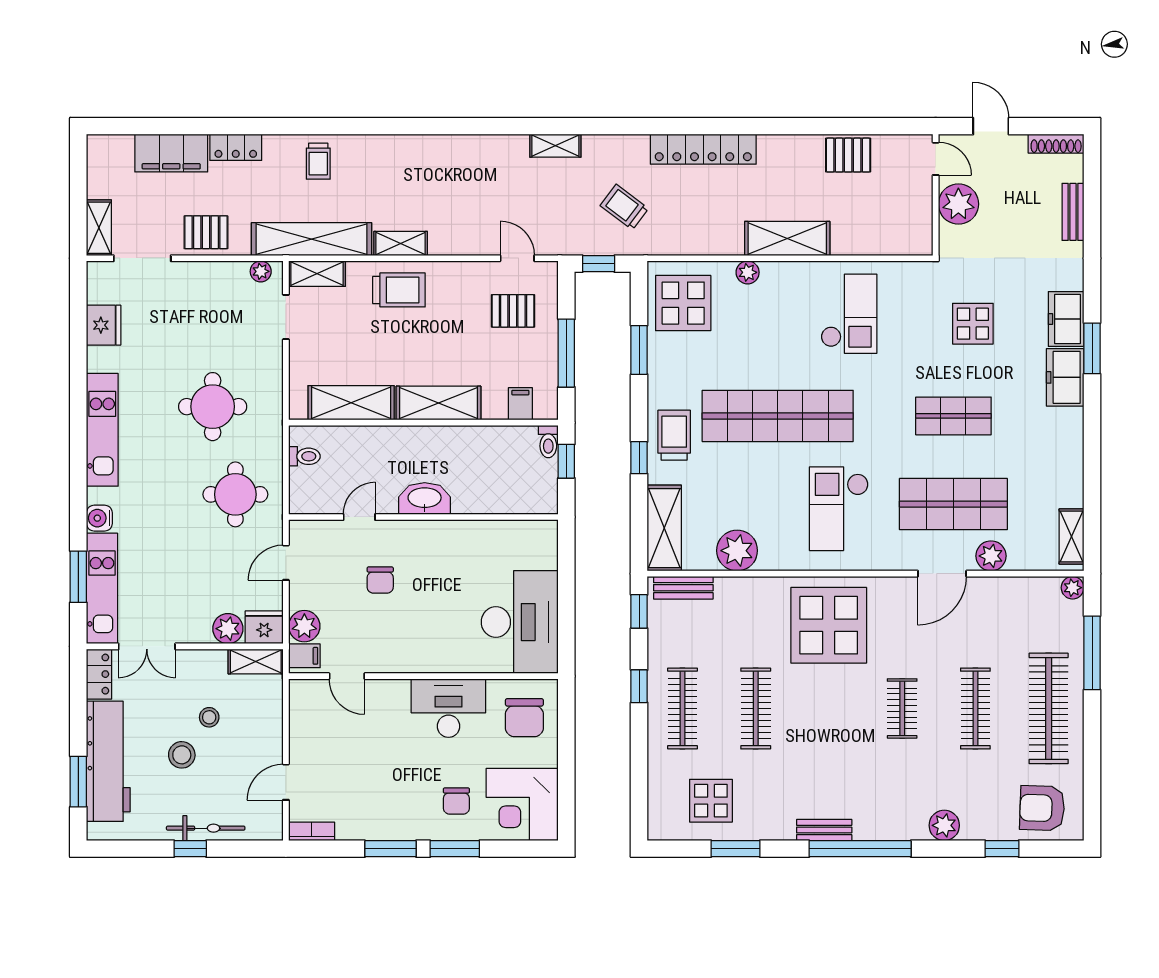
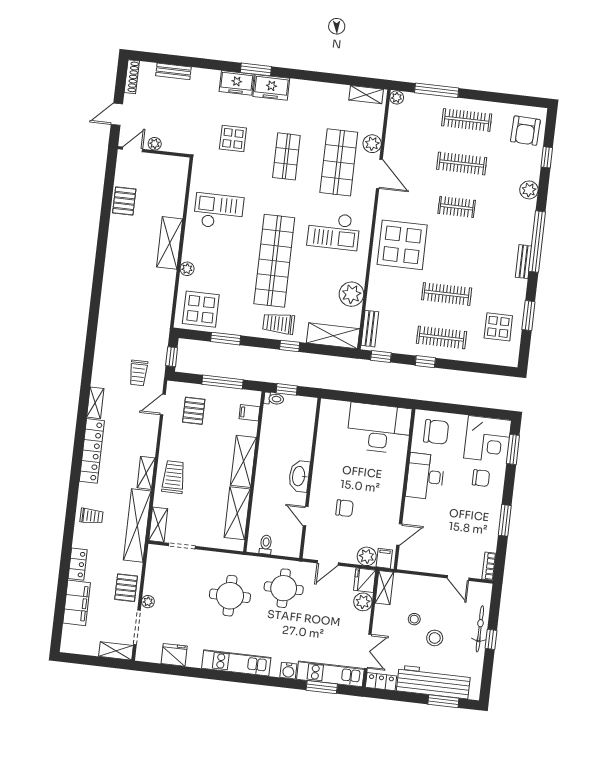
shelving: (555, 146) -> (95, 403), moved
locker: (703, 149) -> (92, 451), moved
plant: (958, 204) -> (155, 144), width x0.53, depth x0.53
trolley: (624, 207) -> (138, 373), moved, turned -37
plant: (261, 271) -> (148, 602), moved
door: (286, 563) -> (328, 563), hinge flipped
clothes rail: (1049, 708) -> (467, 120), width x0.73, depth x0.76
window: (455, 849) -> (513, 449), moved

